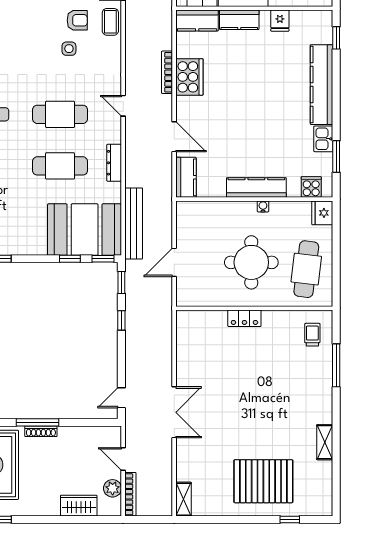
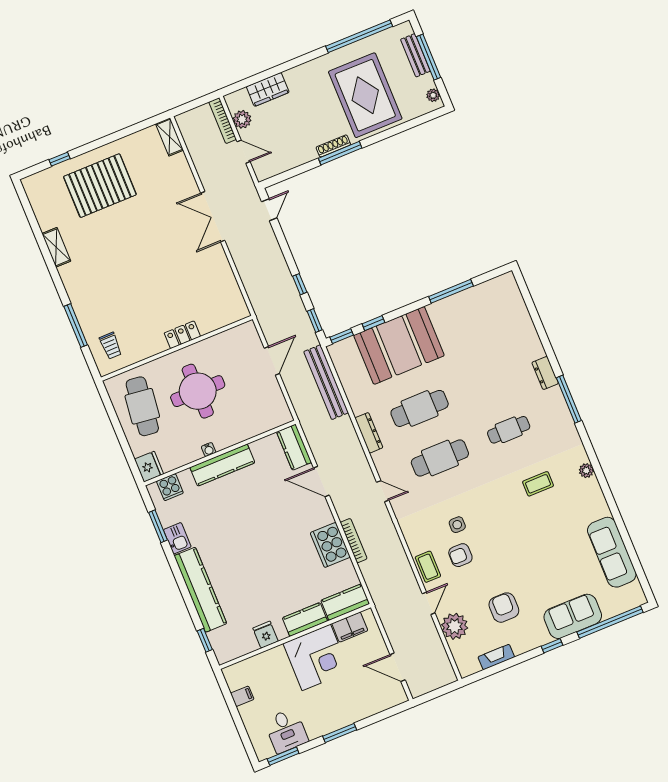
booth: (85, 230) -> (399, 345), moved

